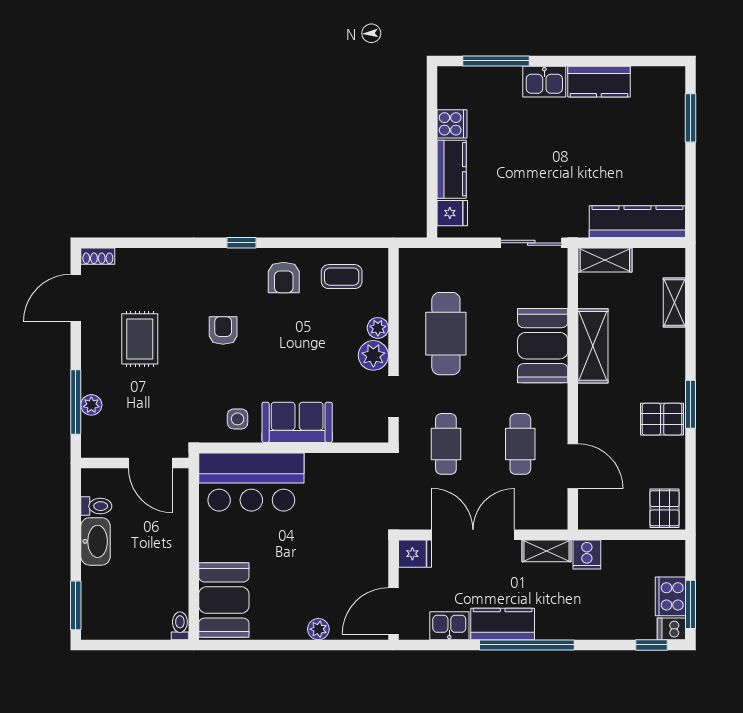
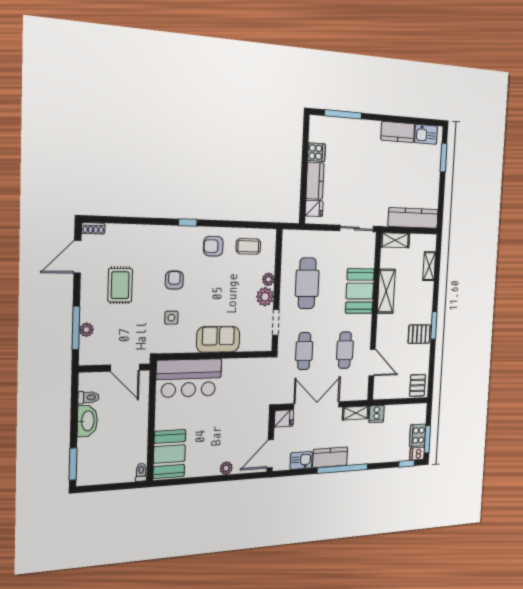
kitchen sink: (544, 82) -> (426, 134), moved
armchair: (284, 278) -> (213, 246), turned 90
side table: (238, 419) -> (171, 318), moved

